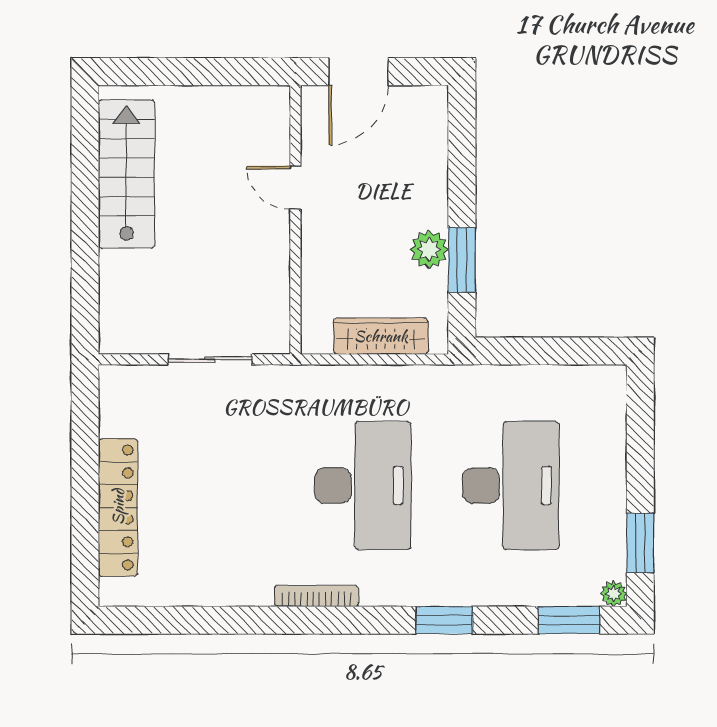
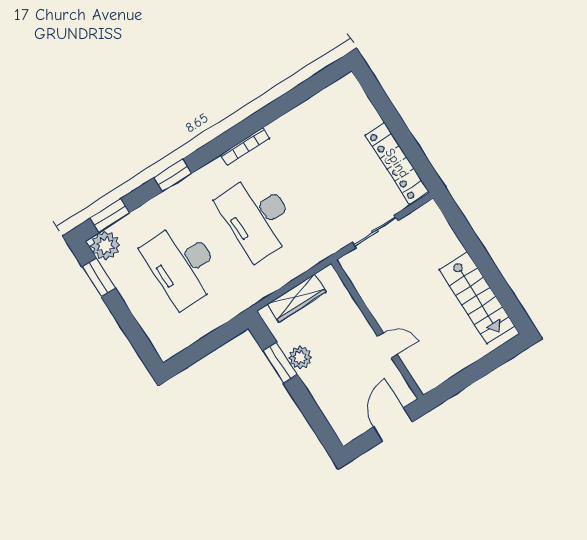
locker: (118, 507) -> (397, 163), moved
plant: (614, 594) -> (105, 245), width x1.88, depth x1.88

